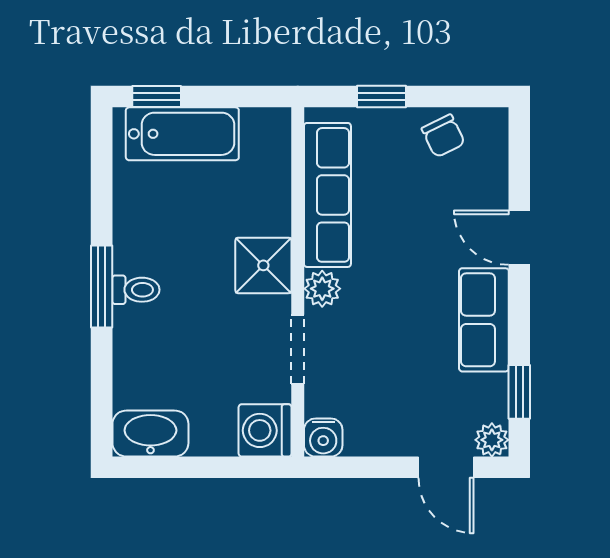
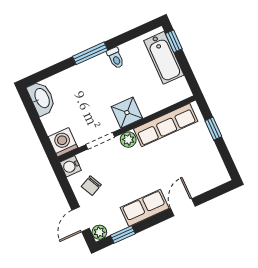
chair: (443, 136) -> (91, 186), moved
toilet: (136, 290) -> (115, 58), moved

